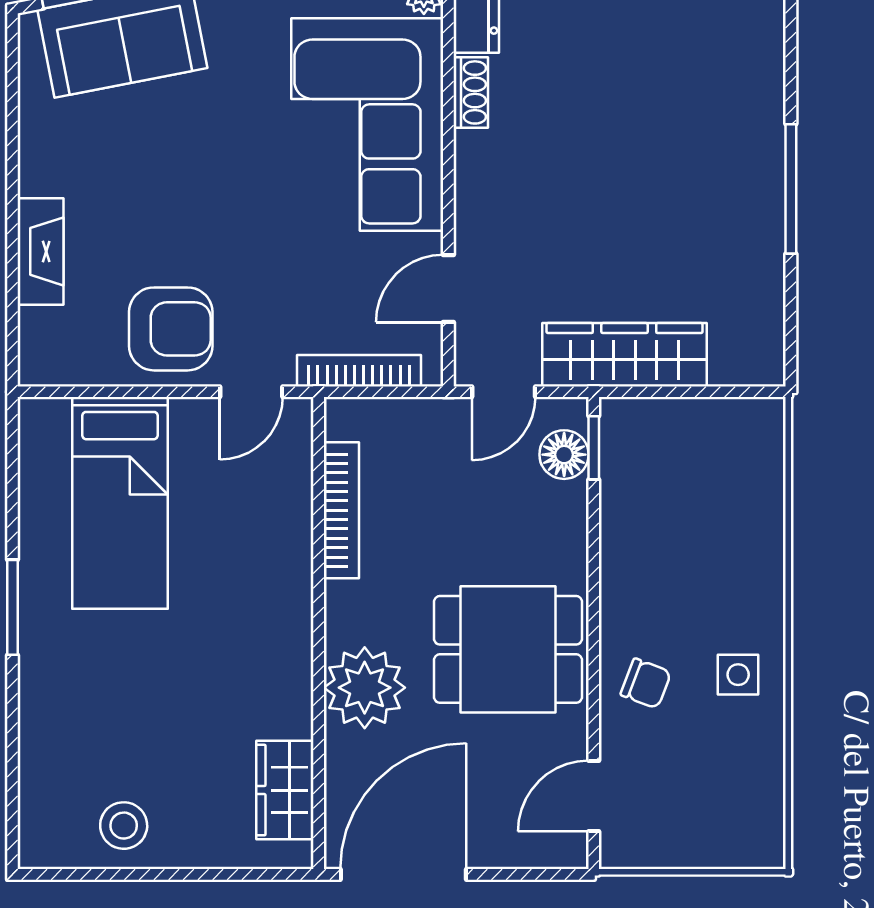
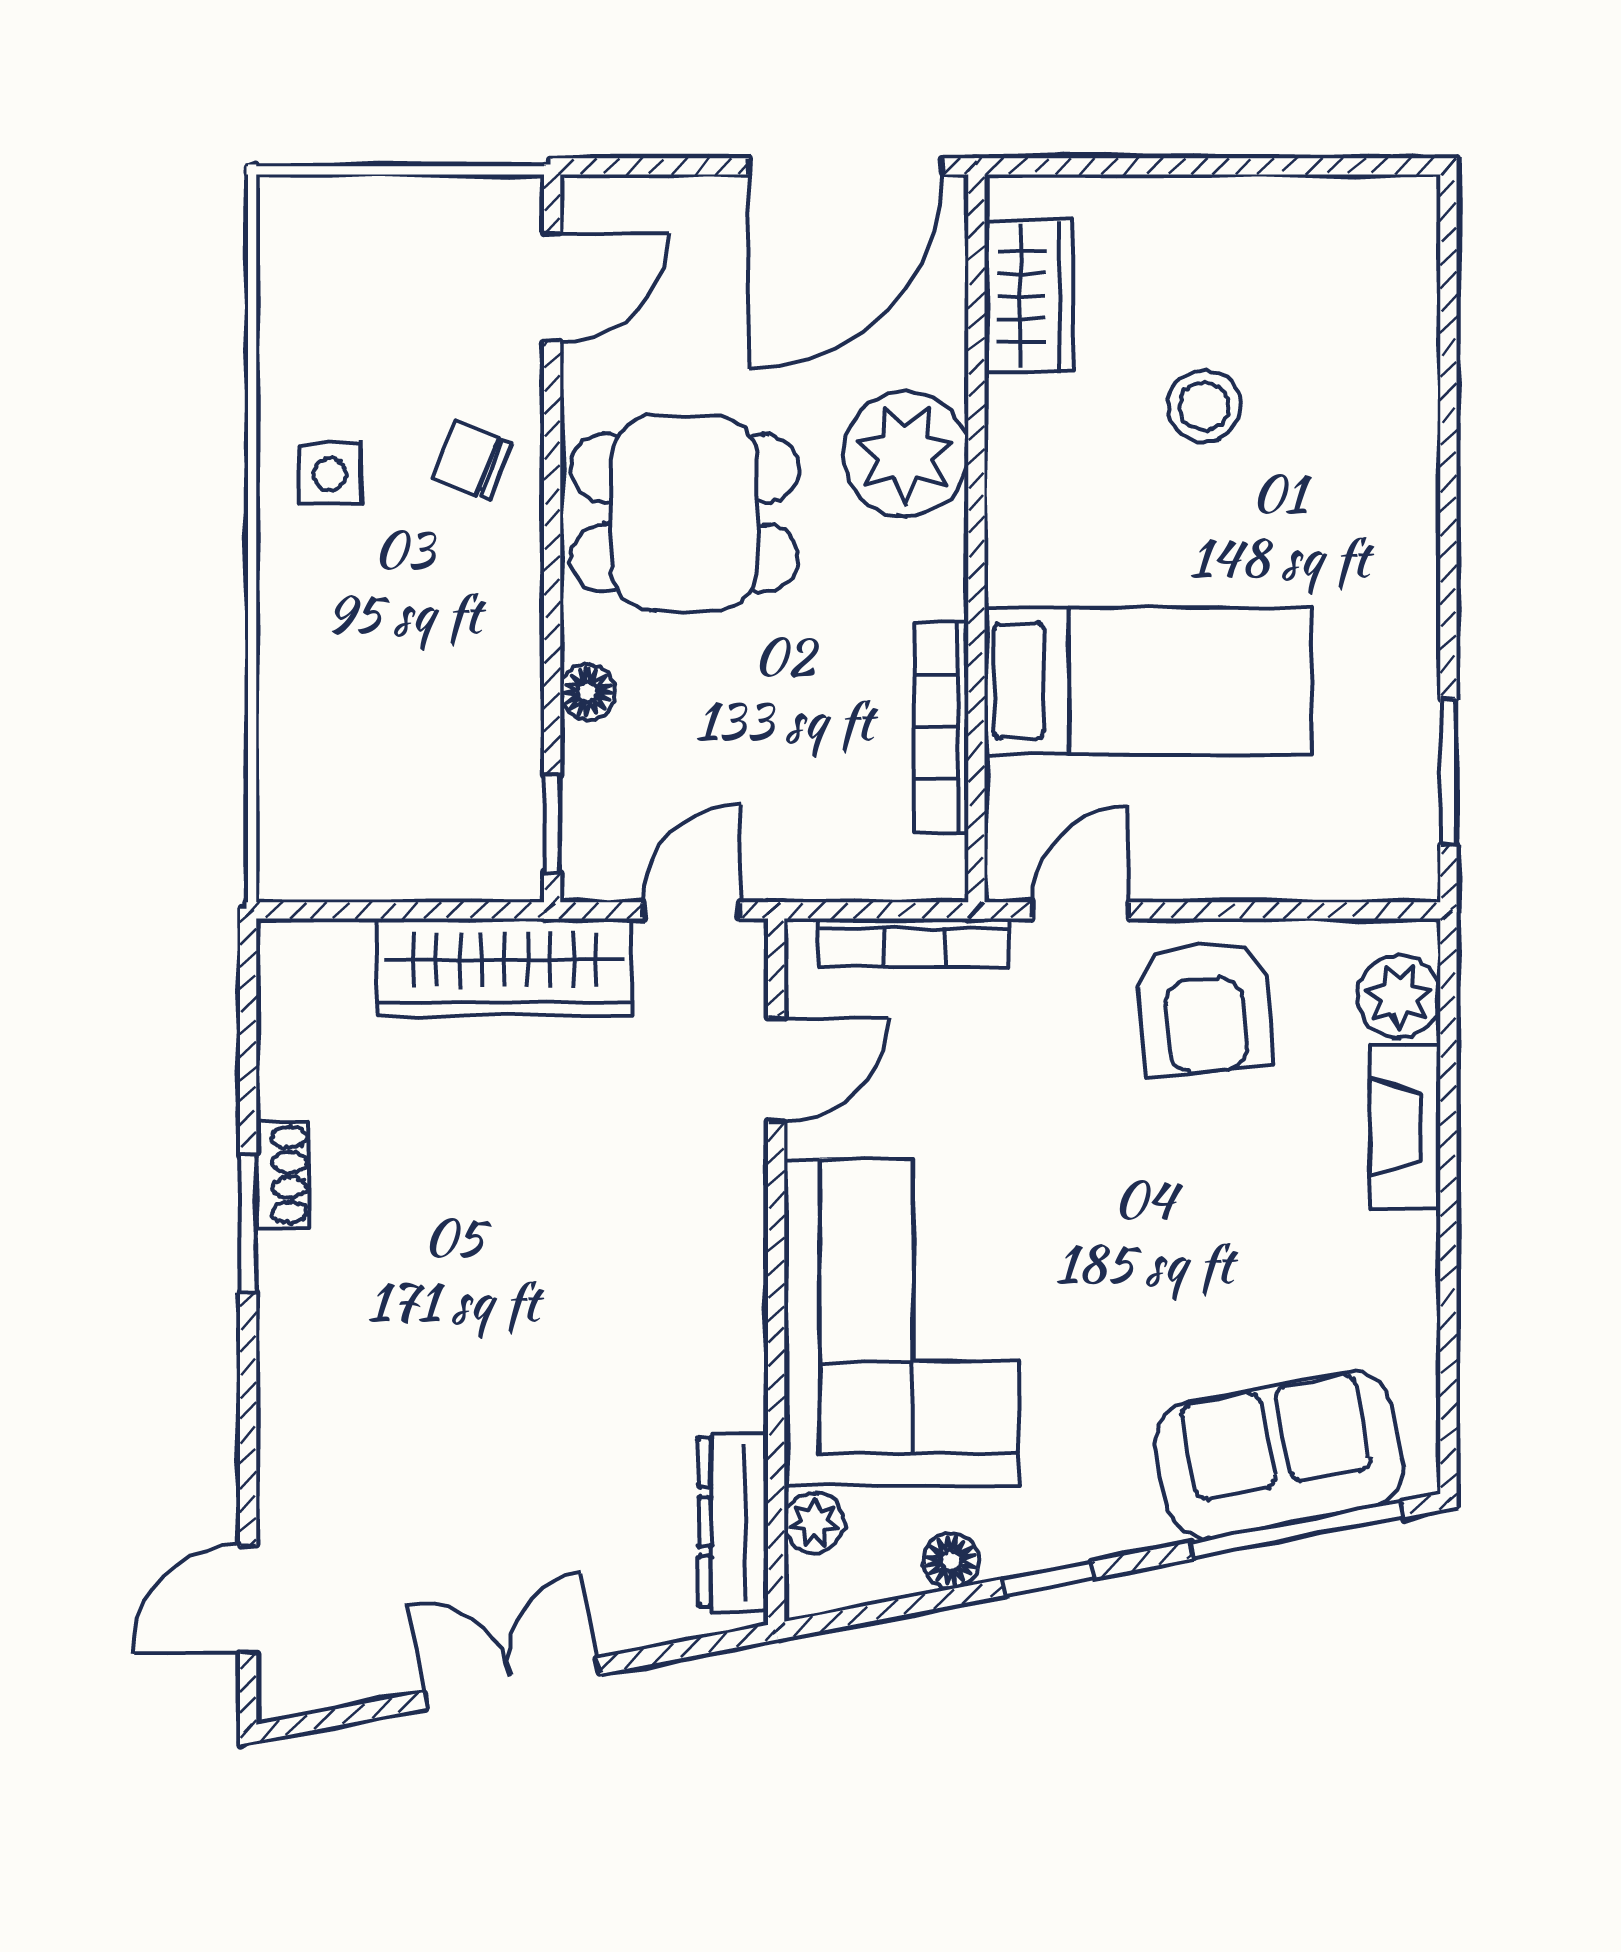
shoe rack: (471, 92) -> (283, 1175), moved, turned 180
window: (791, 189) -> (248, 1223), width x0.69
armchair: (171, 329) -> (1204, 1007), turned -95
plant: (45, 336) -> (1399, 997), added
floor lamp: (564, 455) -> (588, 692), moved, width x0.73, depth x0.73
bed: (120, 503) -> (1148, 681), moved, turned 90
window: (13, 607) -> (1448, 772), moved
stool: (124, 826) -> (1204, 406), moved

